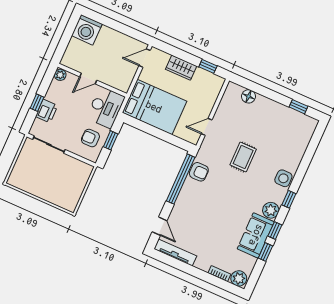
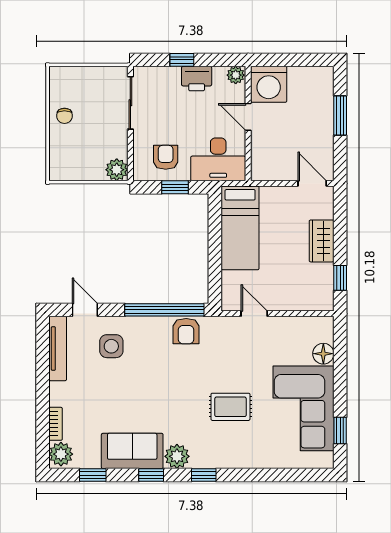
window: (112, 24) -> (340, 116), added
washing machine: (87, 30) -> (269, 84), moved, turned -90
bed: (154, 107) -> (240, 228), width x0.67
printer: (47, 111) -> (197, 79), moved
corner sofa: (276, 123) -> (303, 408), added
rug: (243, 157) -> (230, 407), moved
plant: (85, 170) -> (117, 170), added
side table: (283, 178) -> (111, 346), moved
chair: (39, 187) -> (64, 116), added
door: (160, 226) -> (85, 310), swing flipped
window: (265, 252) -> (93, 475), moved

